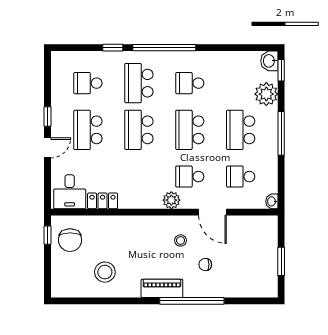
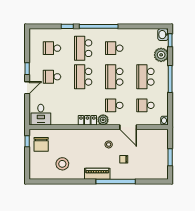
school desk: (88, 130) -> (52, 77), width x0.54
locker: (103, 201) -> (87, 120), moved

